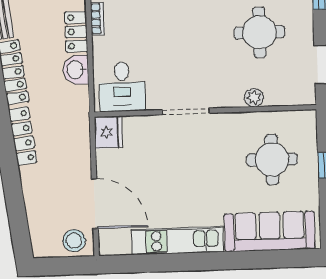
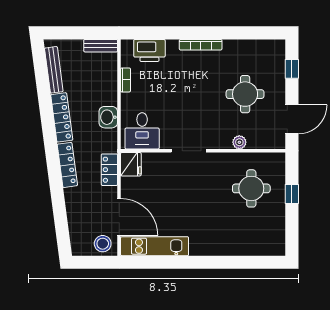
locker: (76, 32) -> (109, 170), moved
sofa: (270, 231) -> (248, 242), removed
kitchen unit: (177, 241) -> (155, 246), moved

